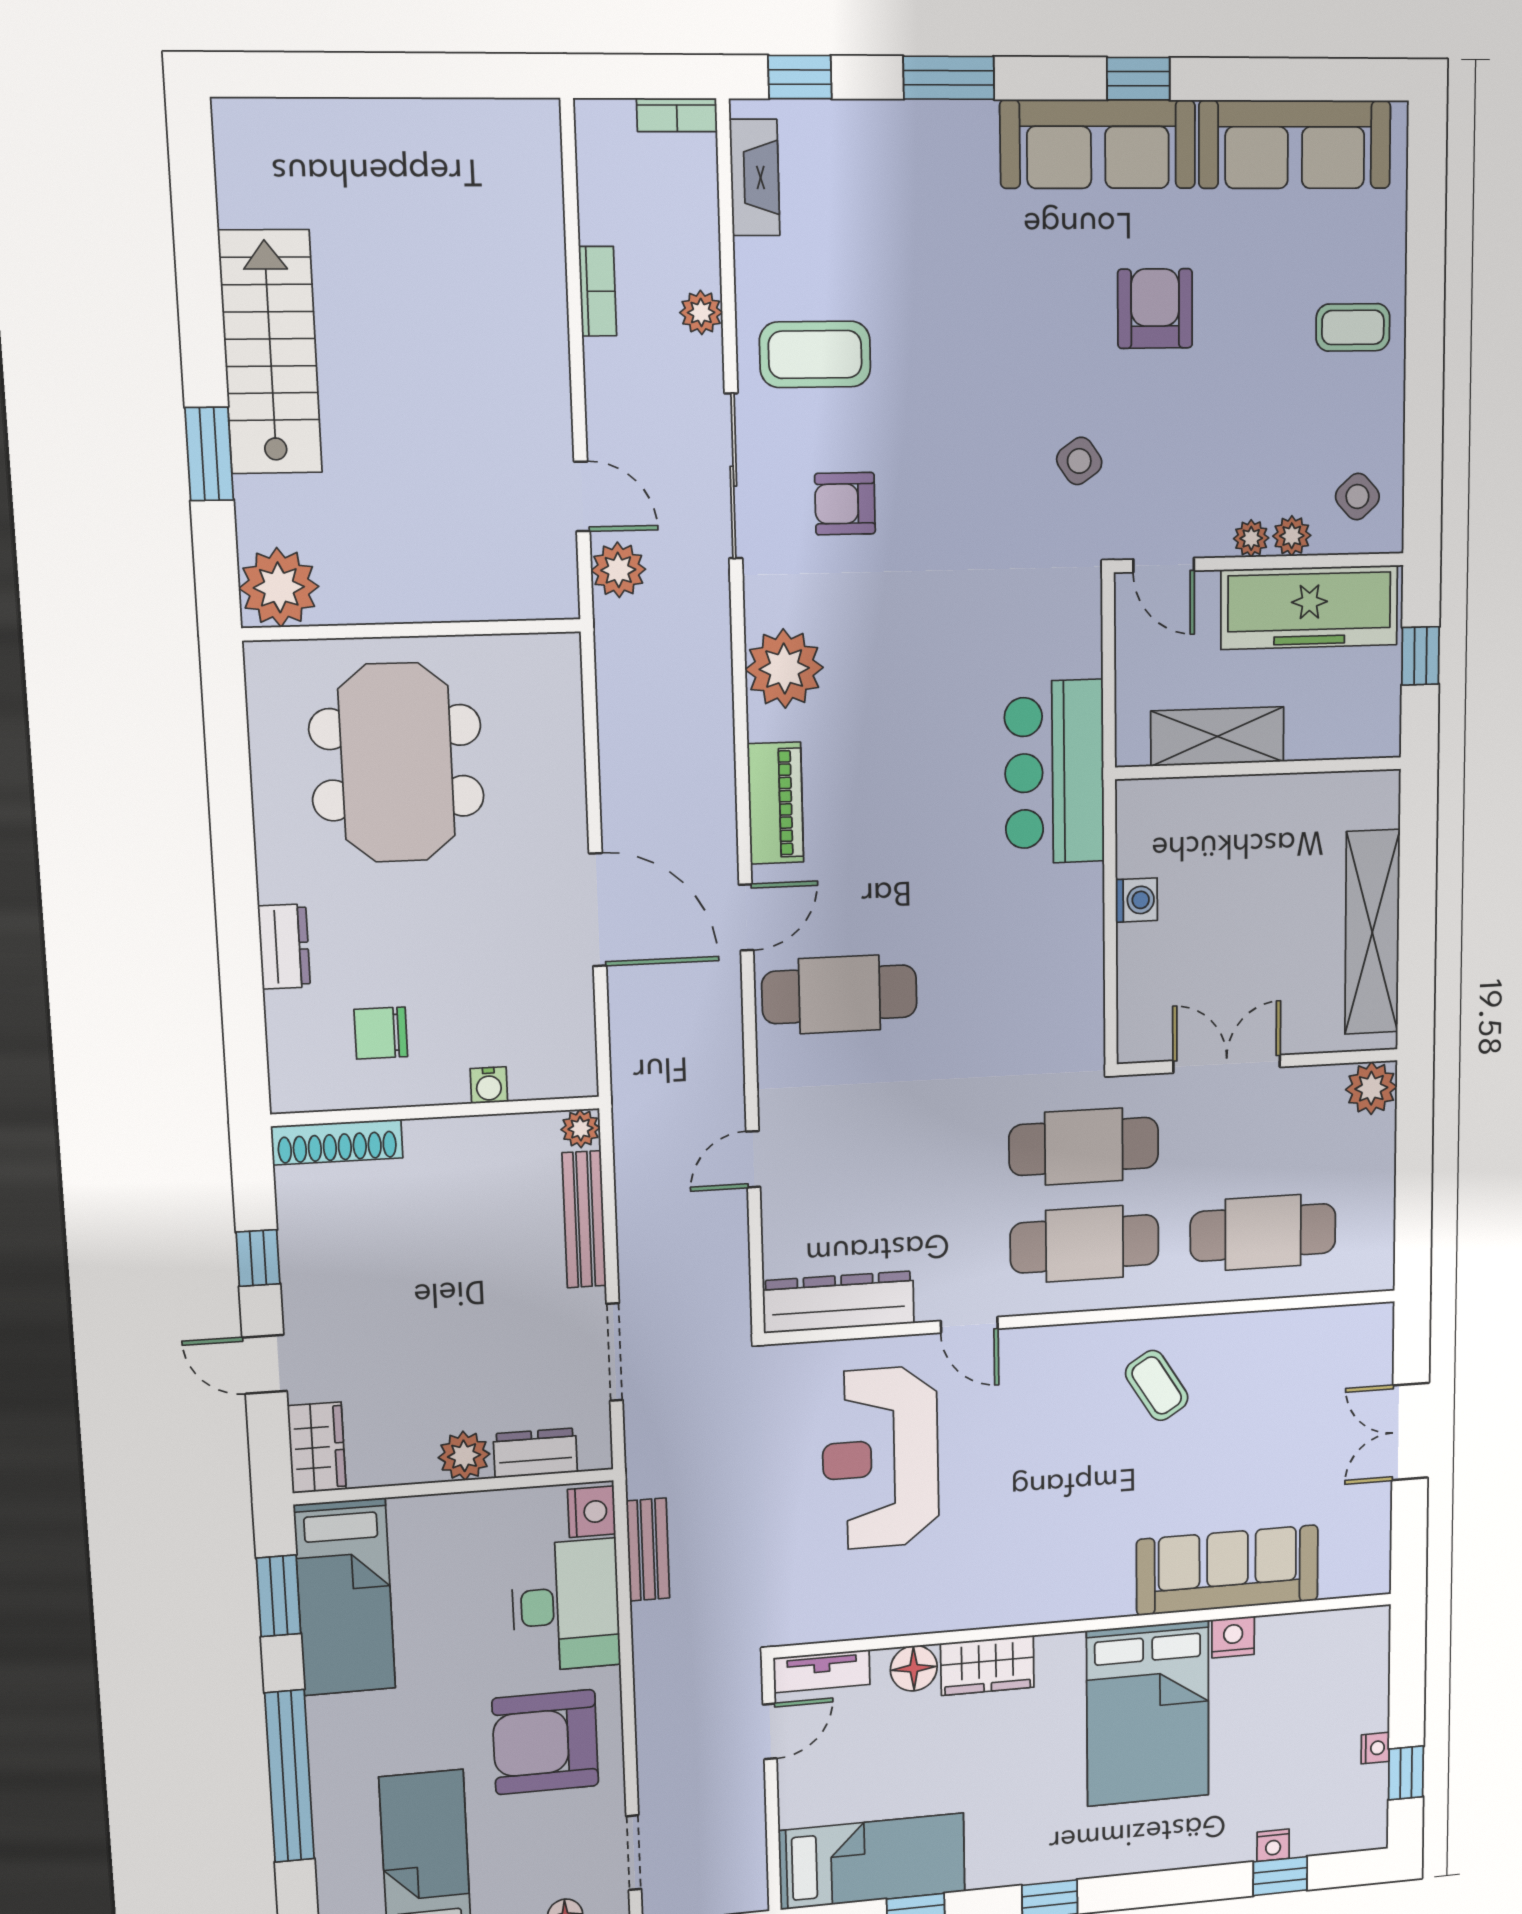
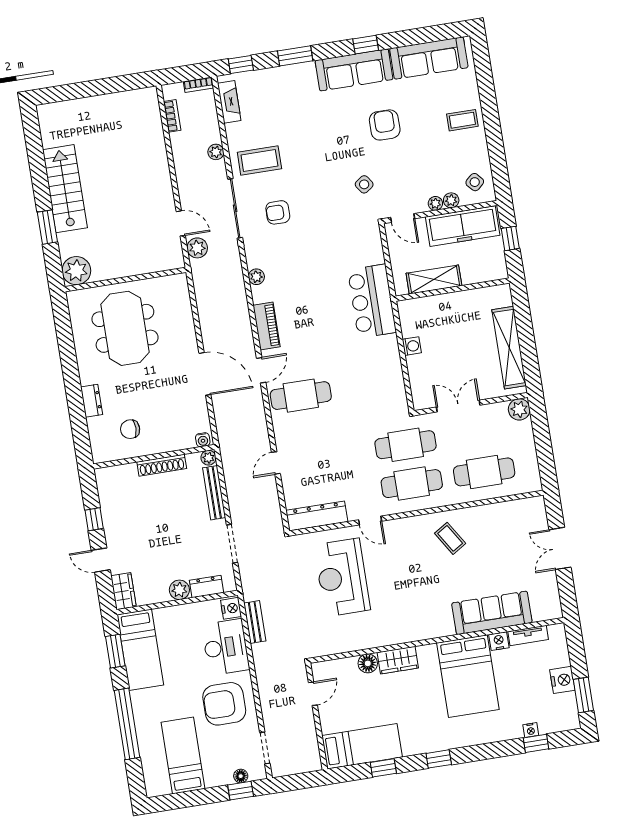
bookcase: (598, 291) -> (172, 116), moved
plant: (784, 669) -> (256, 277), width x0.53, depth x0.53
water cooler: (489, 1085) -> (203, 440), moved
shoe rack: (337, 1142) -> (162, 465), moved
tv unit: (822, 1671) -> (528, 635), moved
nightstand: (1375, 1748) -> (562, 680), width x1.89, depth x1.79
window: (1406, 1773) -> (583, 695), width x1.50

